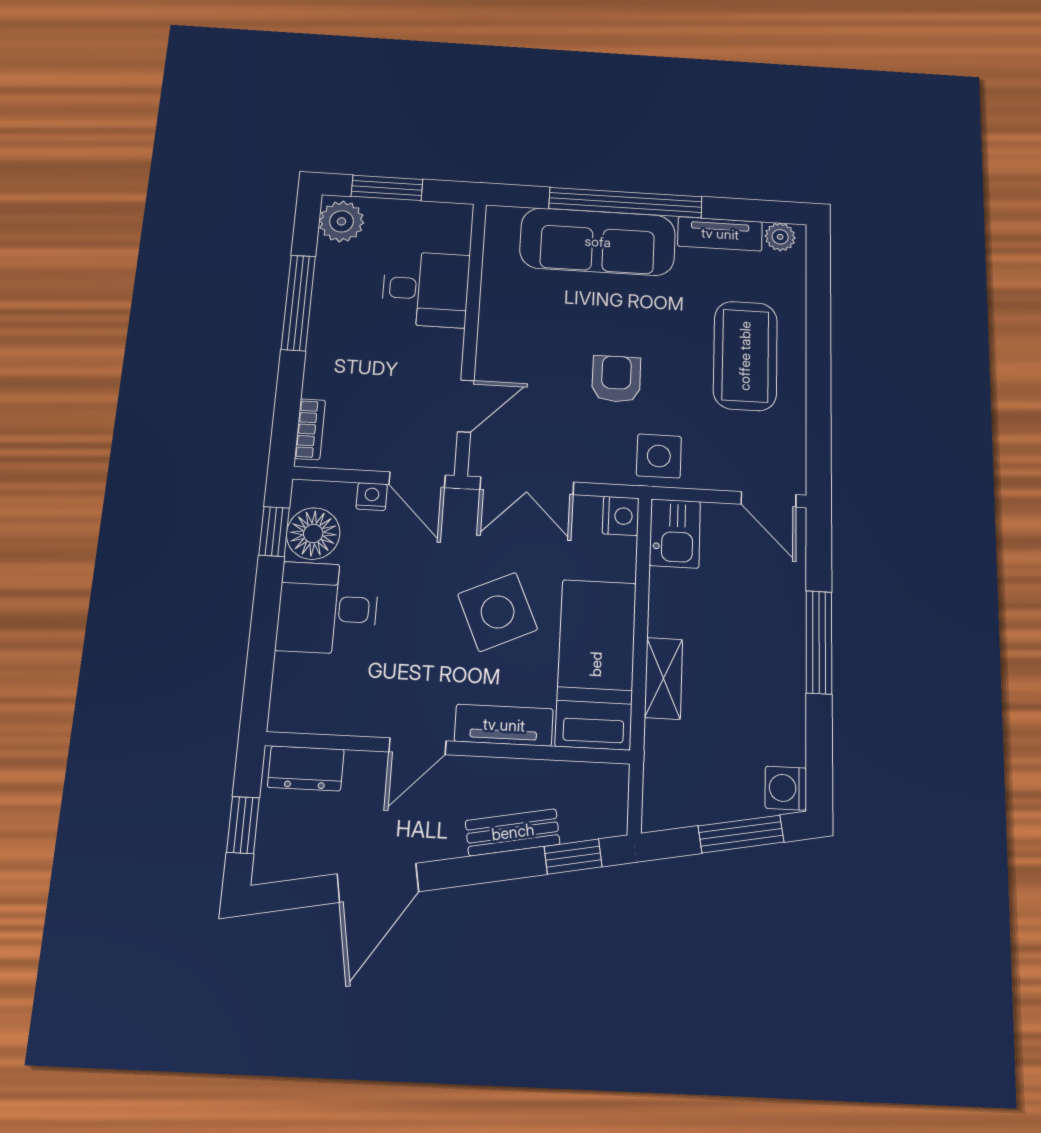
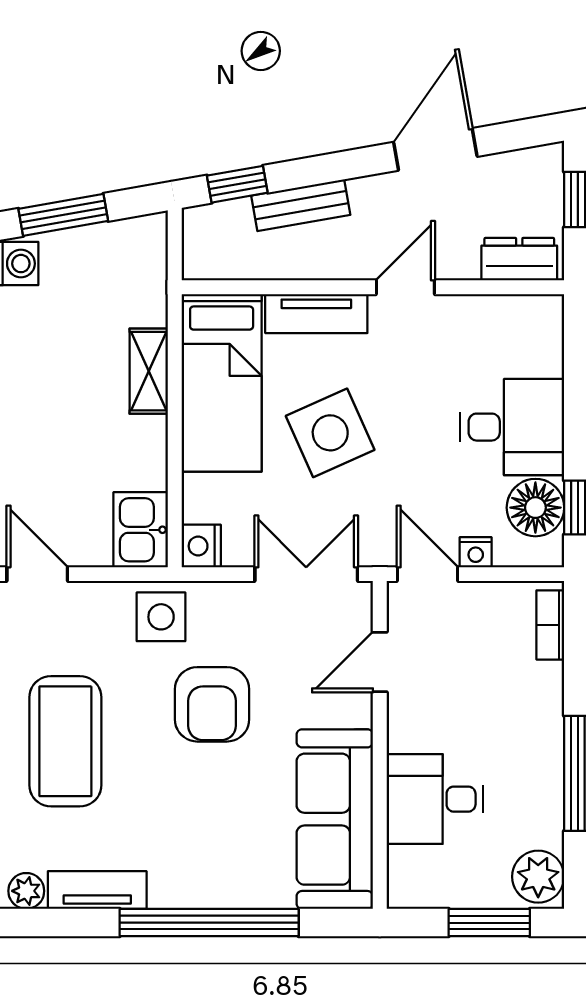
sofa: (598, 242) -> (335, 819), moved, turned -90
armchair: (616, 379) -> (212, 704), width x1.38, depth x1.38

